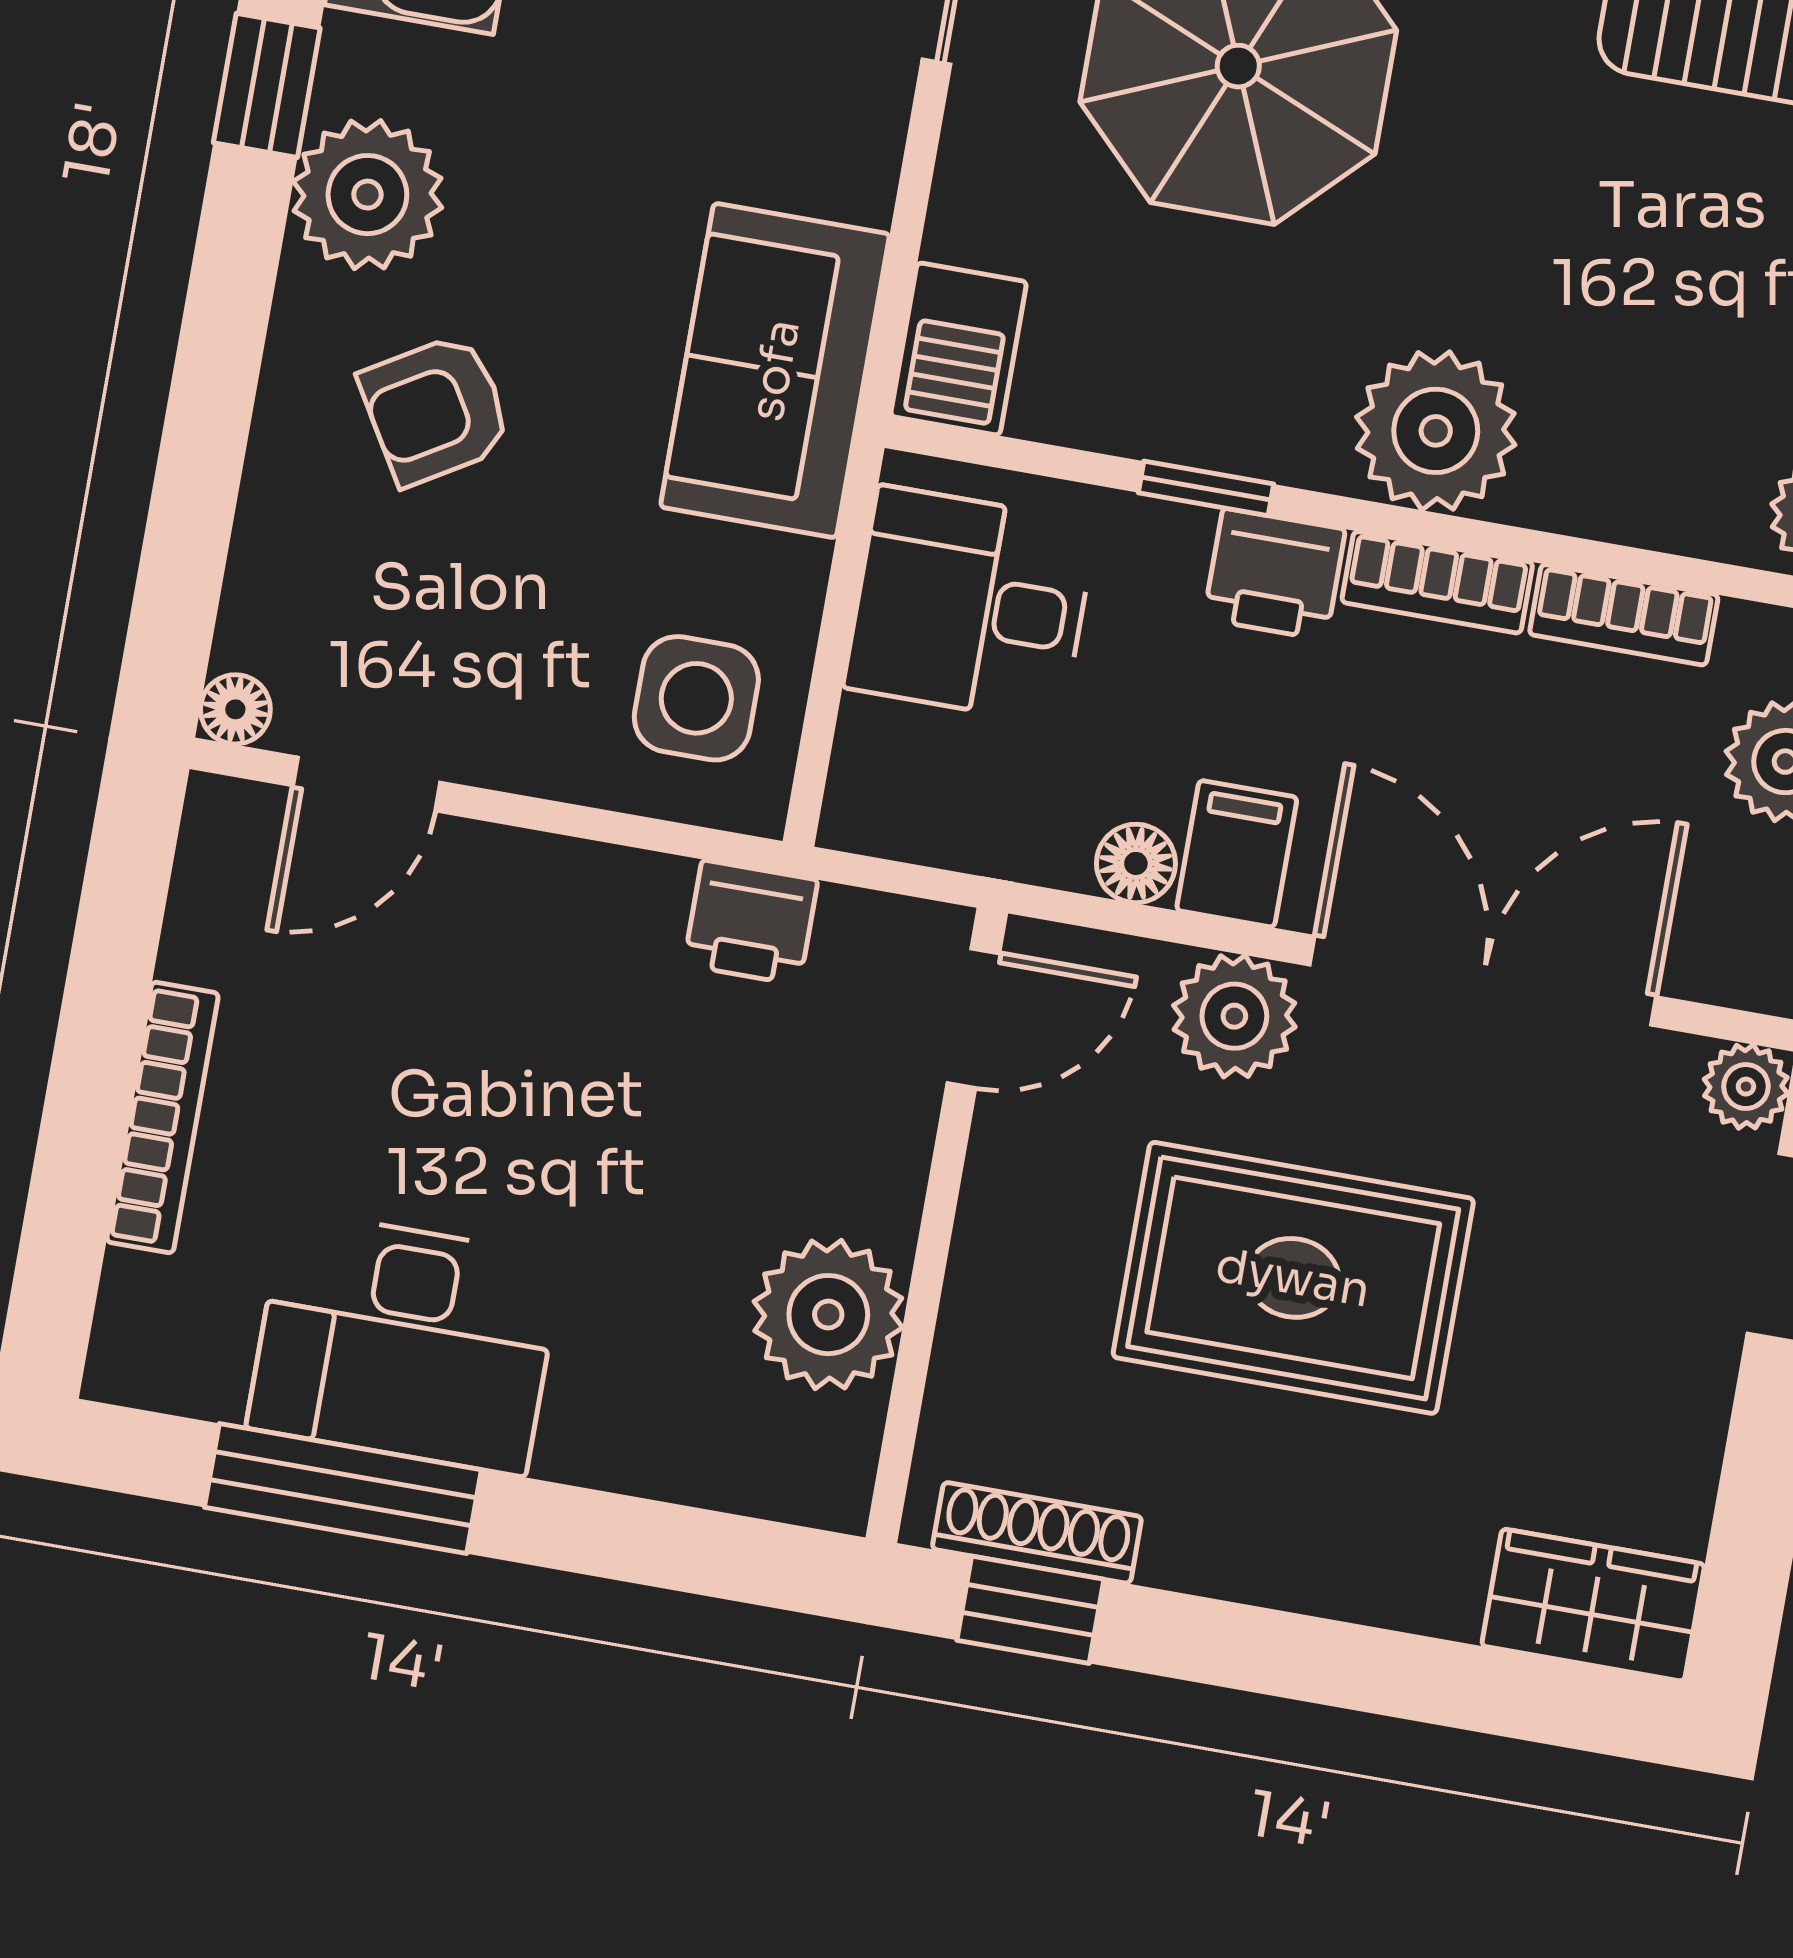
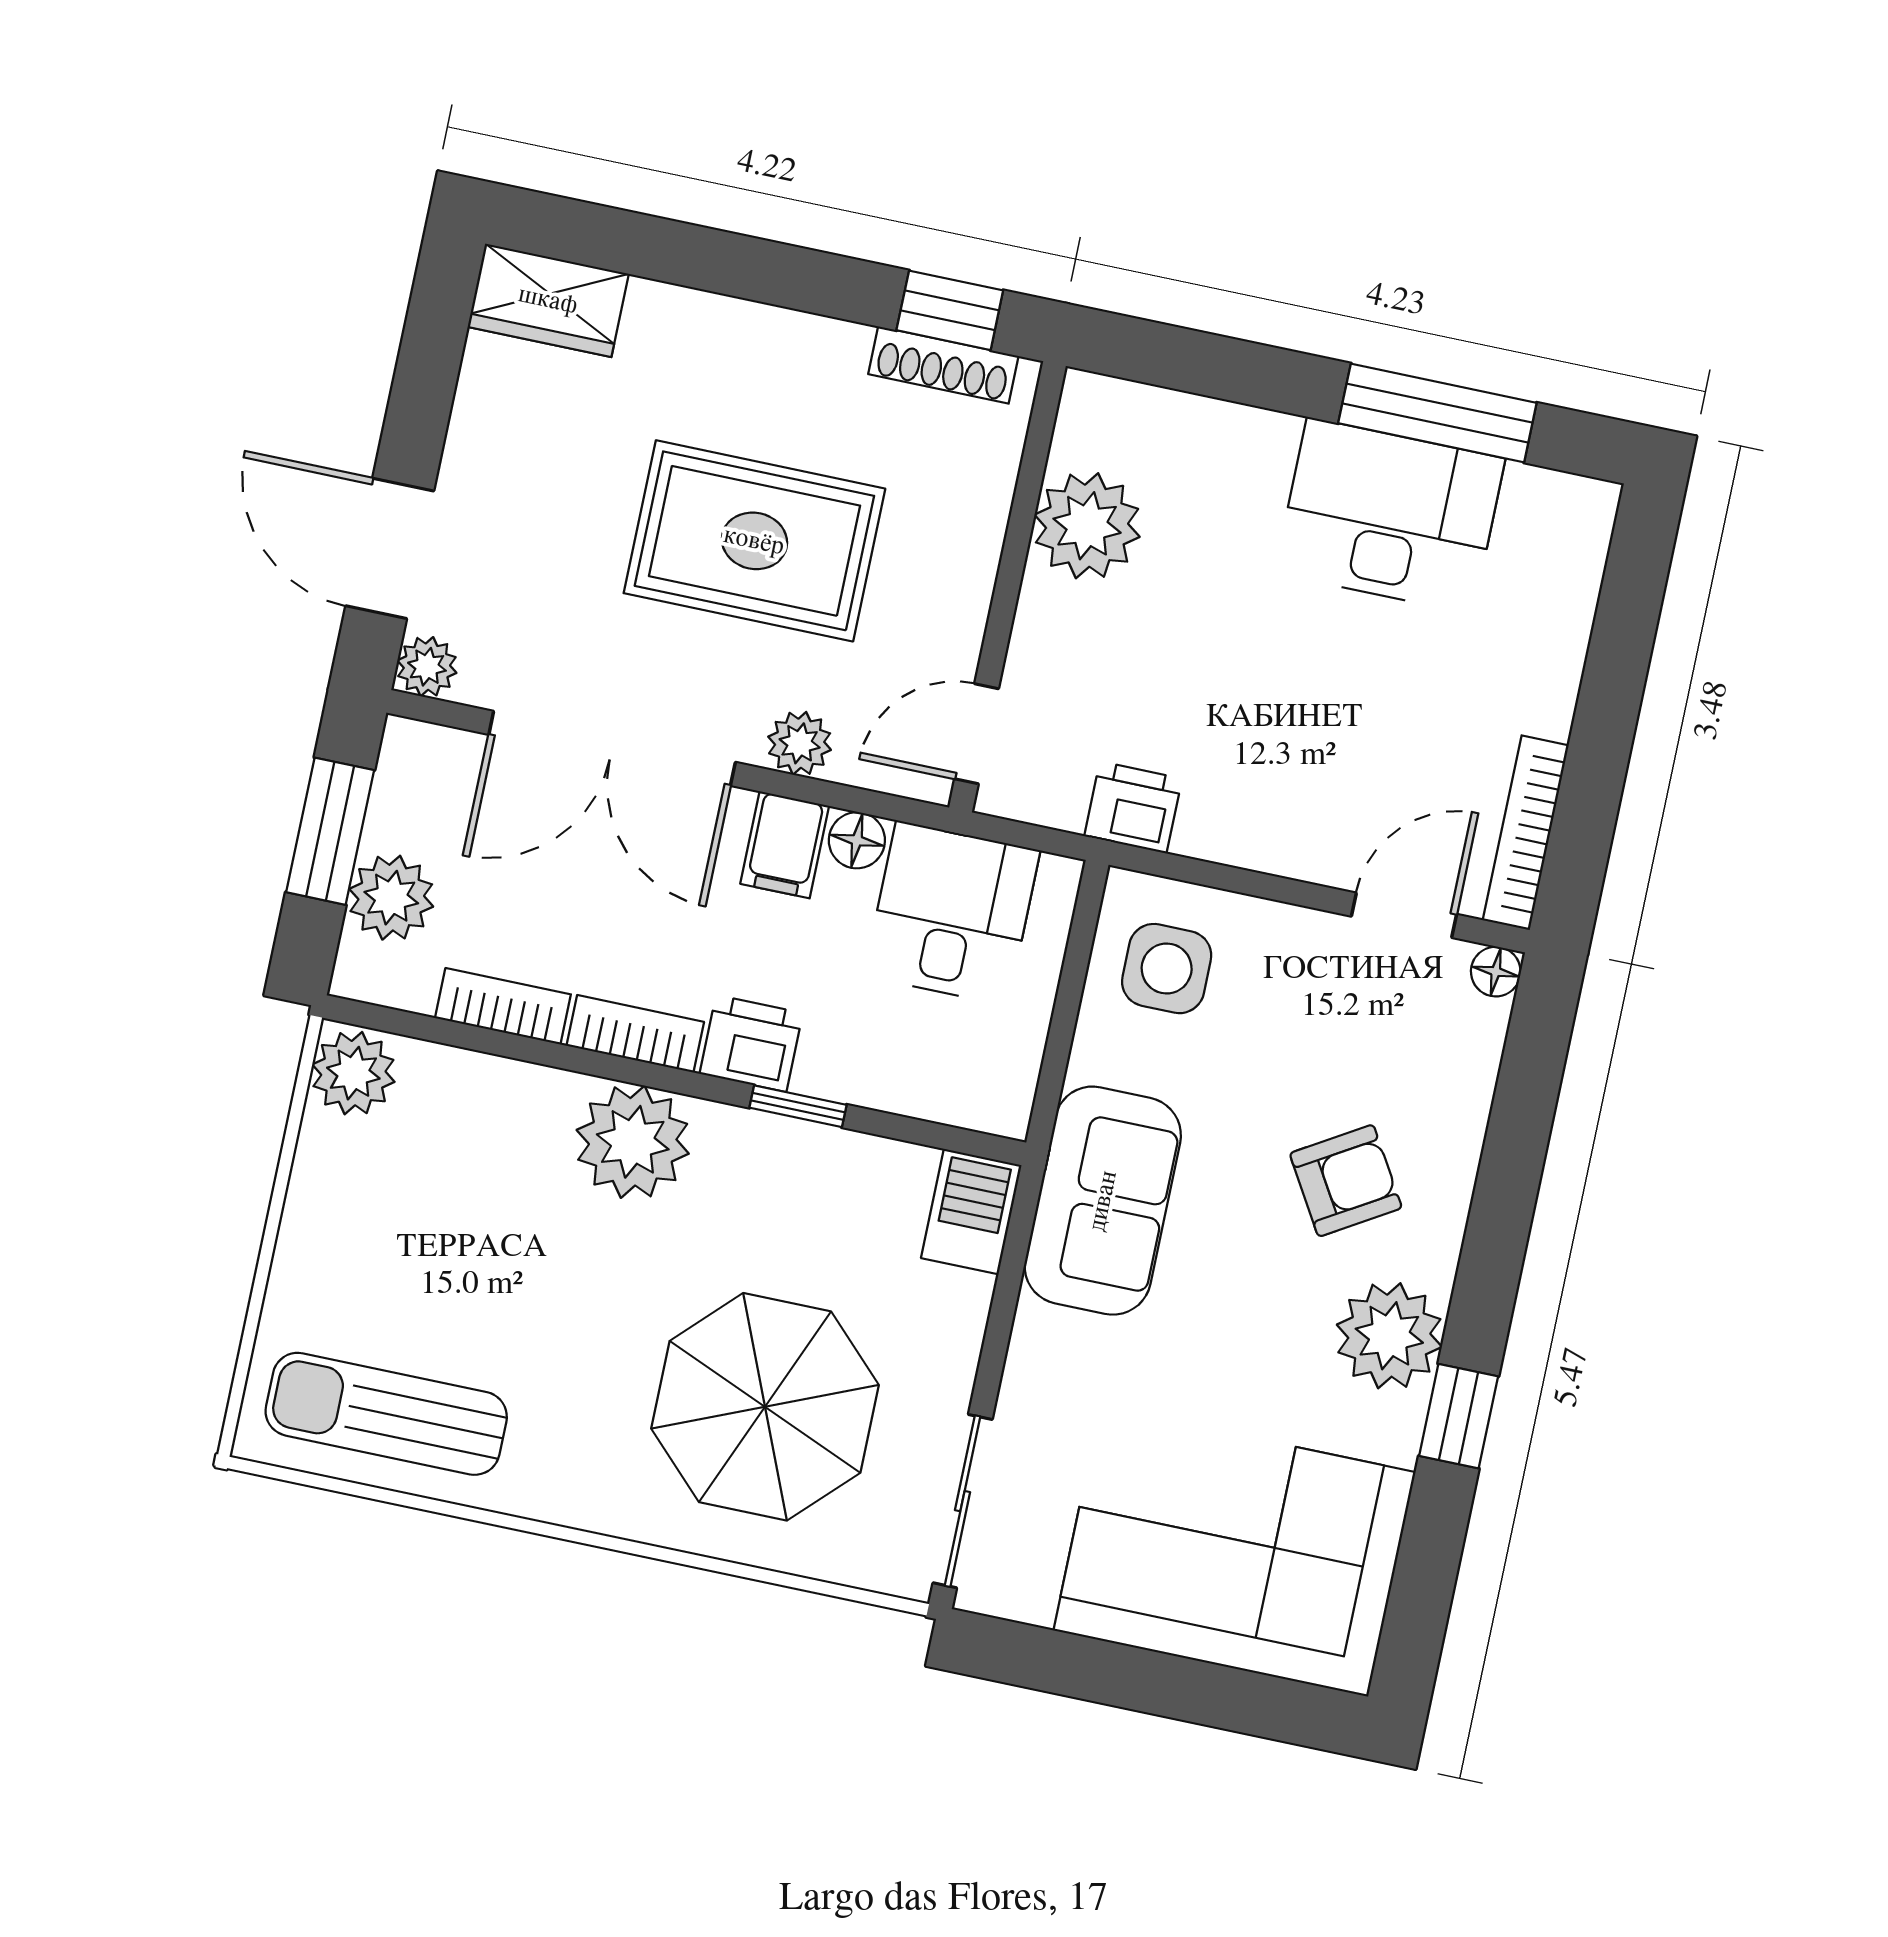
desk: (970, 605) -> (952, 913), moved, turned -90
plant: (1234, 1016) -> (800, 743), width x0.73, depth x0.73
bookcase: (162, 1117) -> (1526, 833), moved

